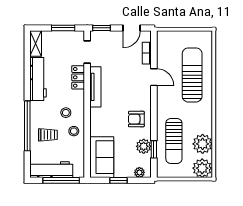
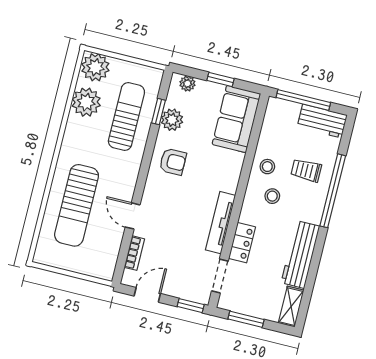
workbench: (51, 170) -> (322, 121), width x0.73

